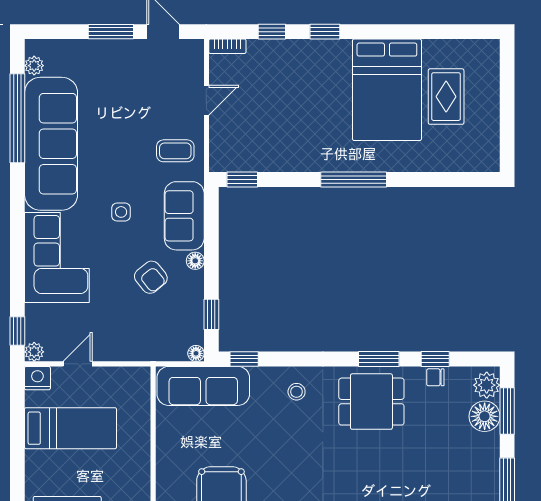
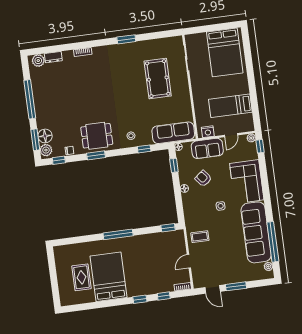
sofa: (184, 216) -> (207, 148), moved, turned 90
window: (244, 359) -> (144, 149), moved
window: (435, 359) -> (59, 160), moved
nightstand: (37, 378) -> (208, 132), moved

